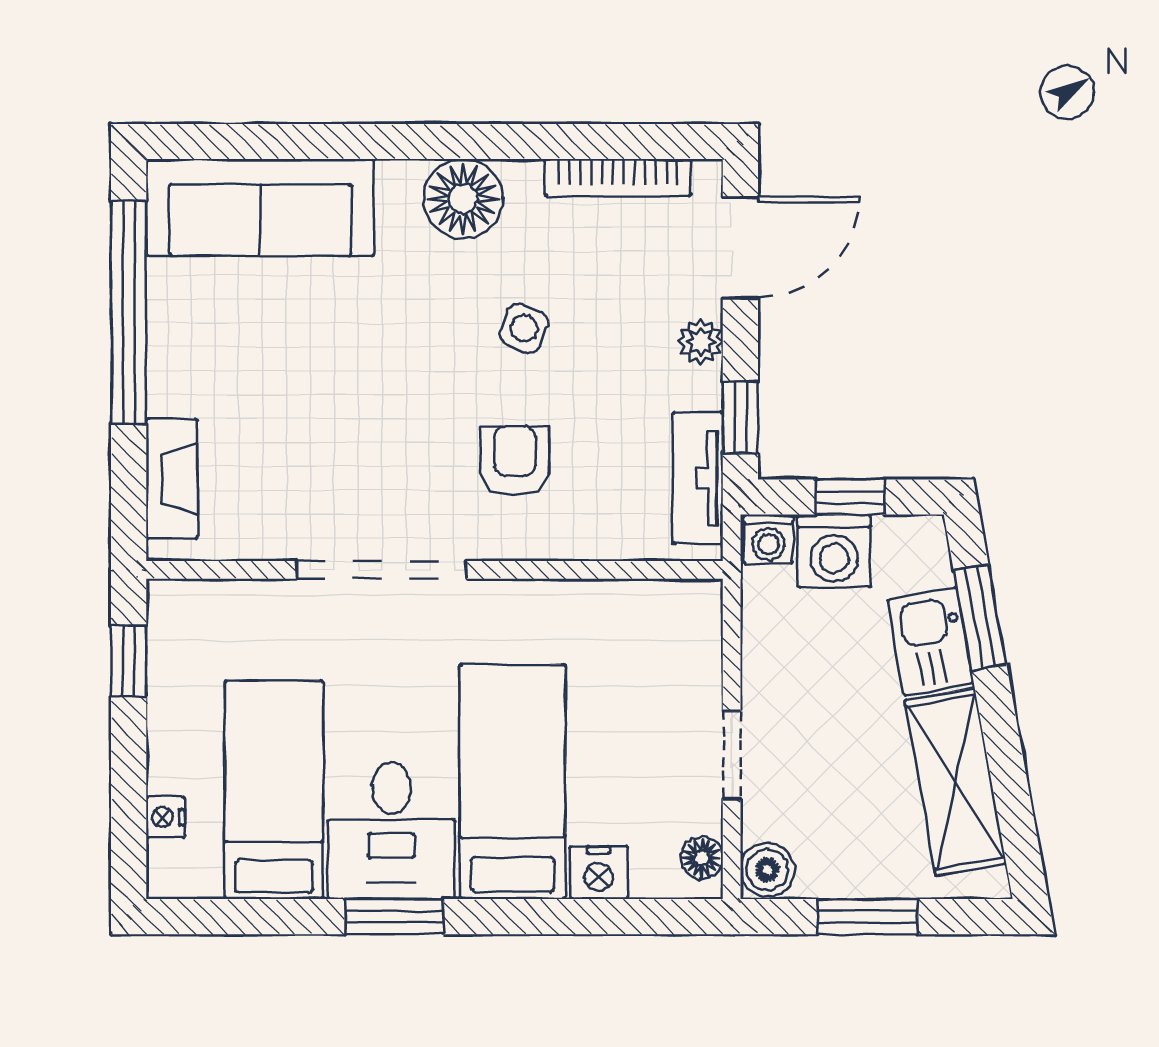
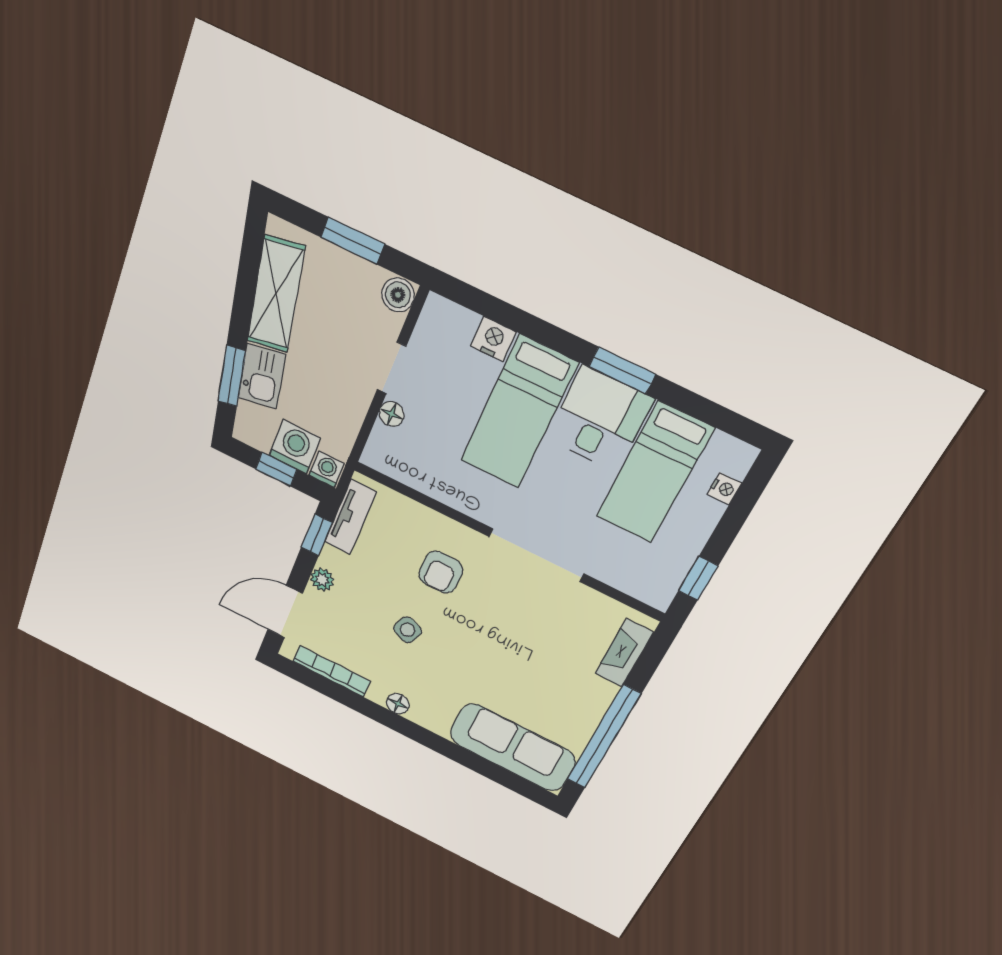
floor lamp: (463, 199) -> (398, 704), width x0.53, depth x0.53
floor lamp: (702, 858) -> (392, 414), moved

